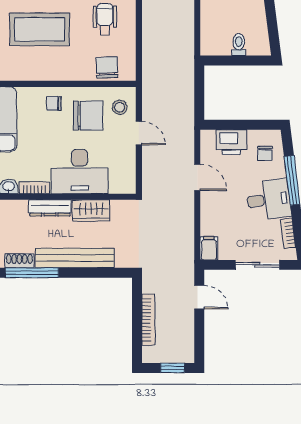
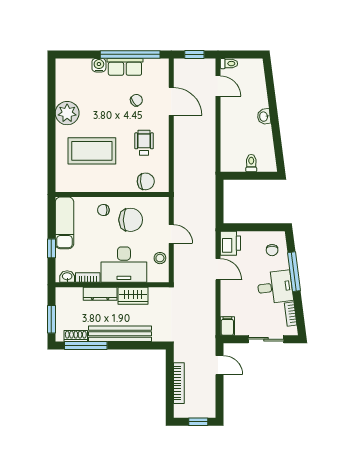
chair: (107, 67) -> (146, 181), turned 88
stool: (120, 107) -> (160, 258), moved
printer: (232, 142) -> (230, 243), moved, turned -90

